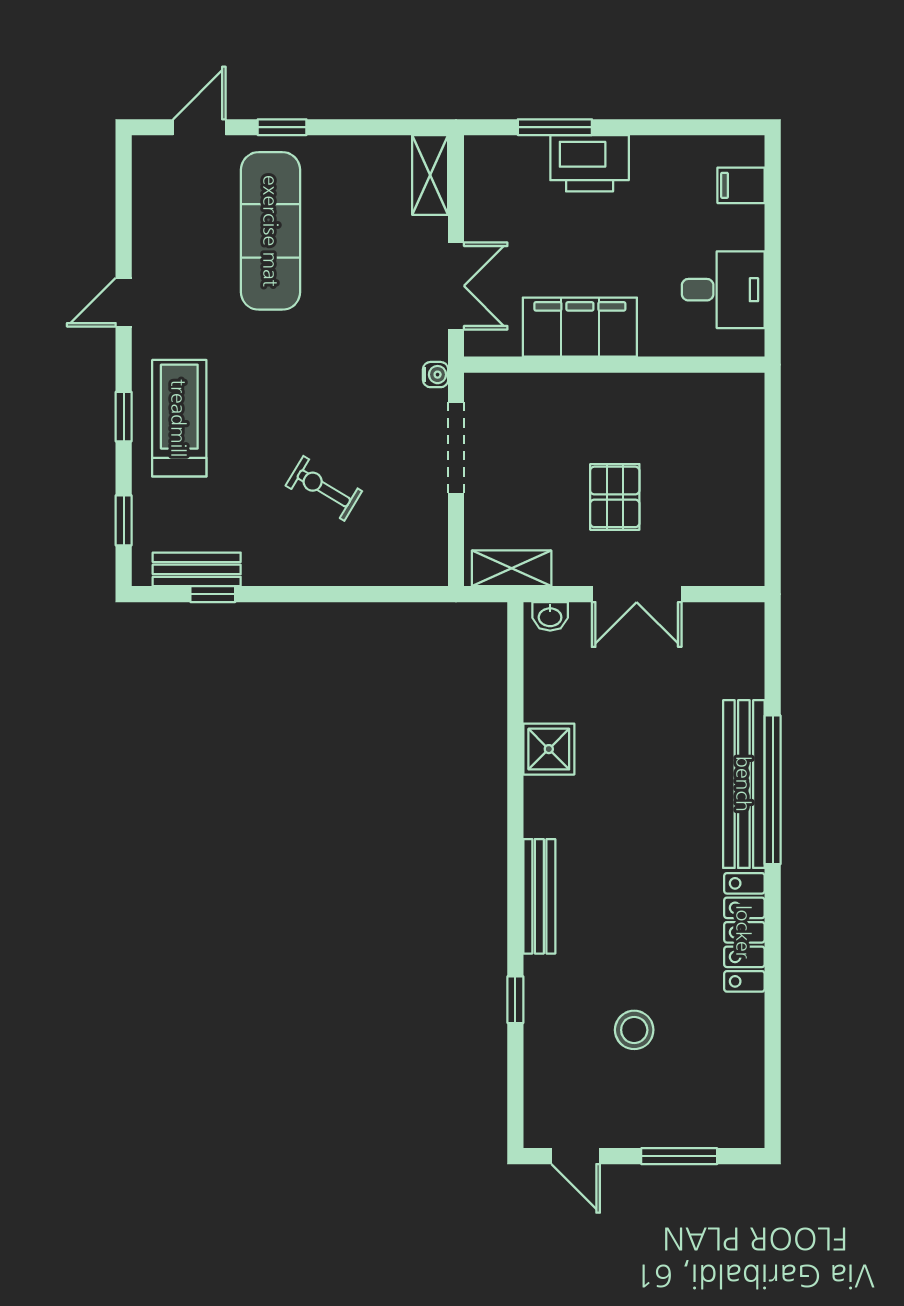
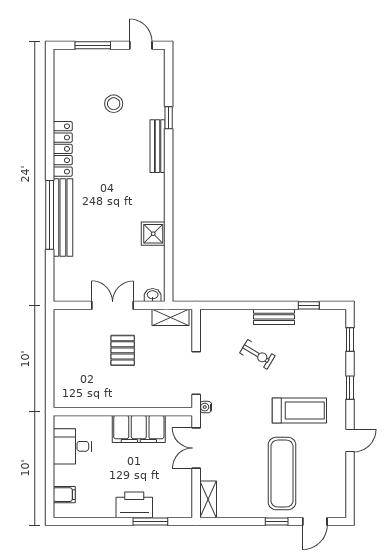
treadmill: (179, 418) -> (299, 410), moved, turned -90
bench: (197, 569) -> (274, 317), moved
bench: (539, 896) -> (158, 146), moved

